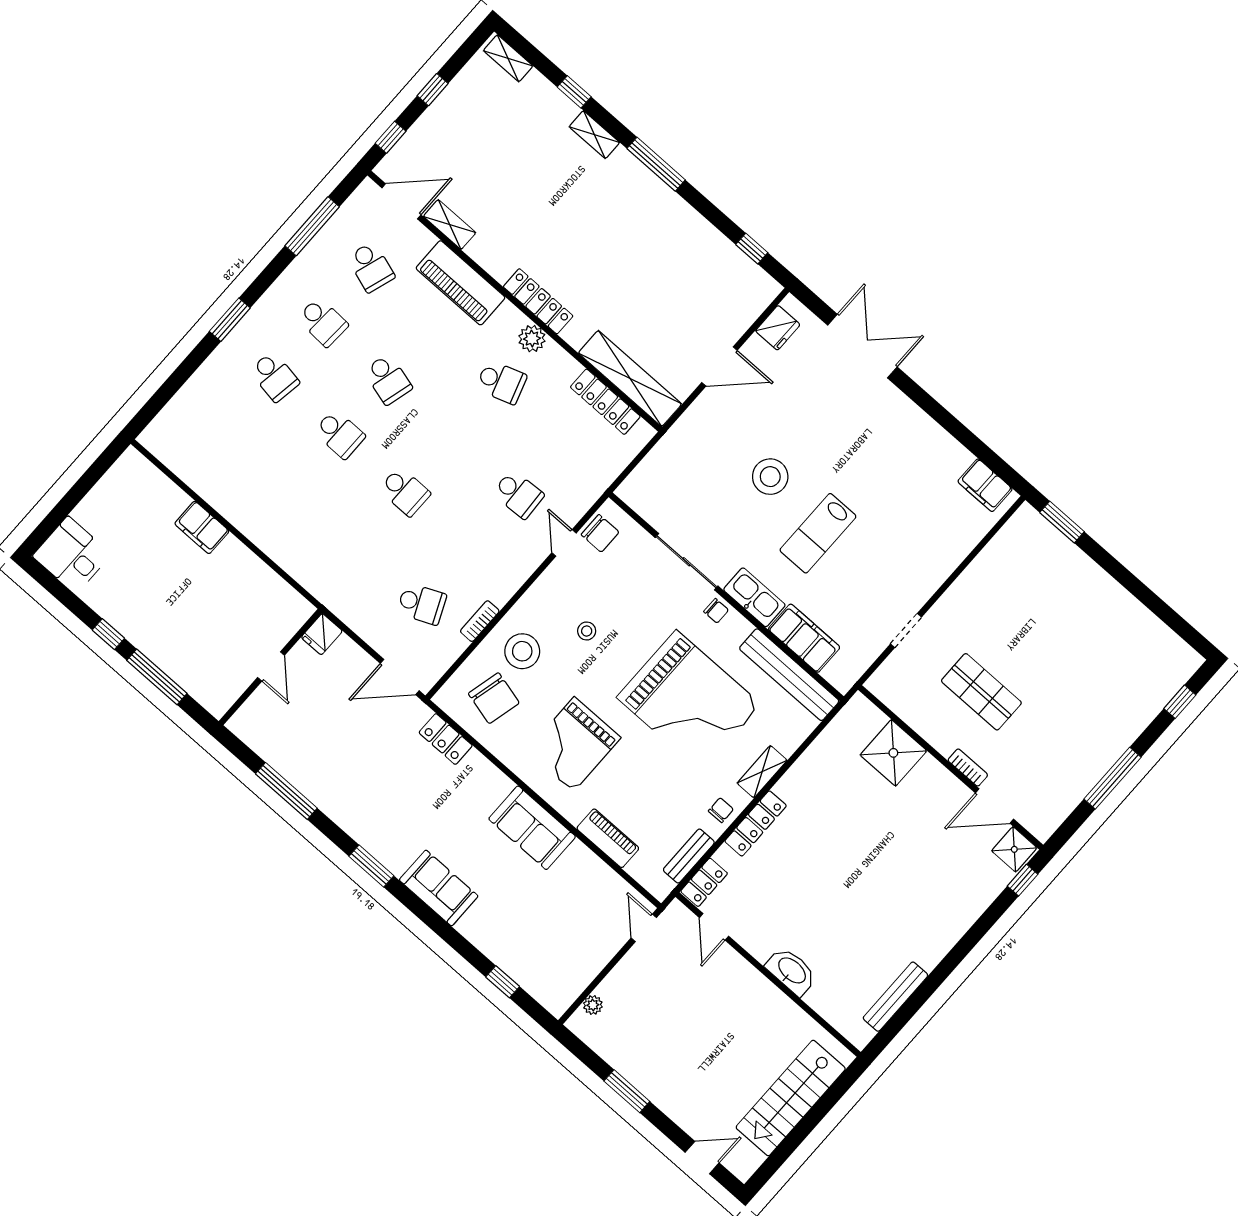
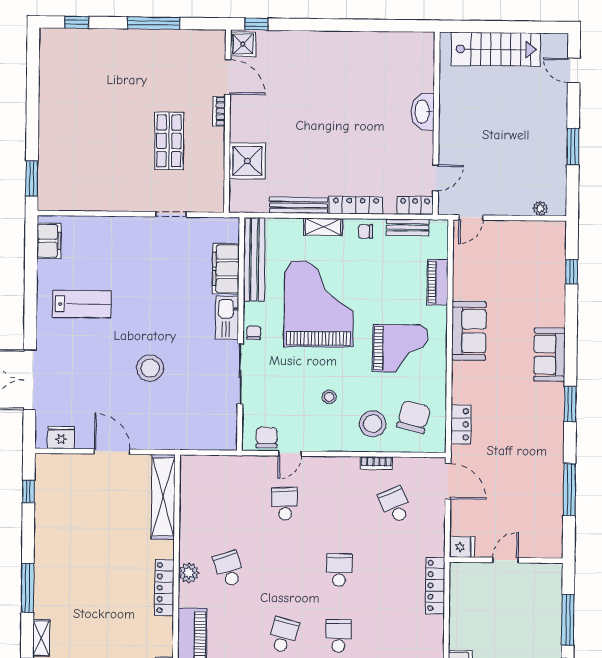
locker: (605, 402) -> (435, 586), moved, turned 180
lab bench: (818, 533) -> (82, 304), moved
bench: (895, 997) -> (299, 205), moved

